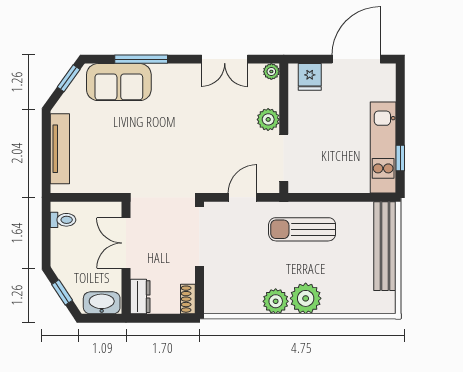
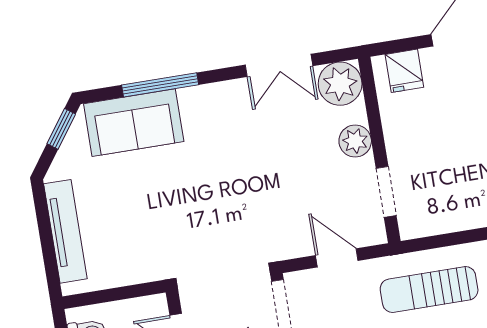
plant: (271, 71) -> (340, 84), width x1.88, depth x1.88
doorway: (284, 158) -> (386, 192), width x0.73
door: (243, 197) -> (337, 258), hinge flipped

